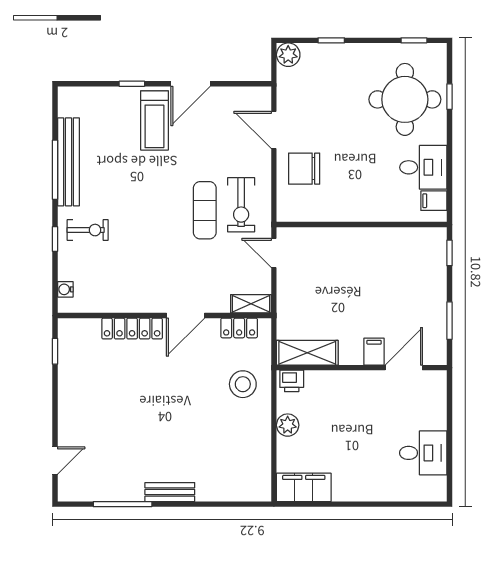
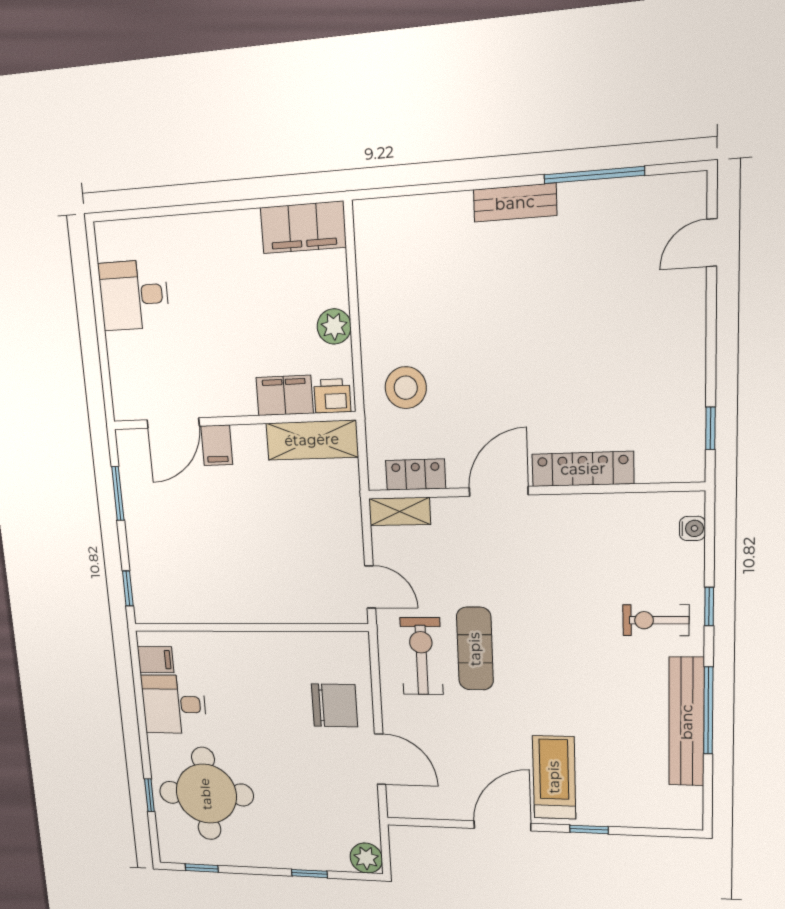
filing cabinet: (324, 383) -> (285, 395), added

